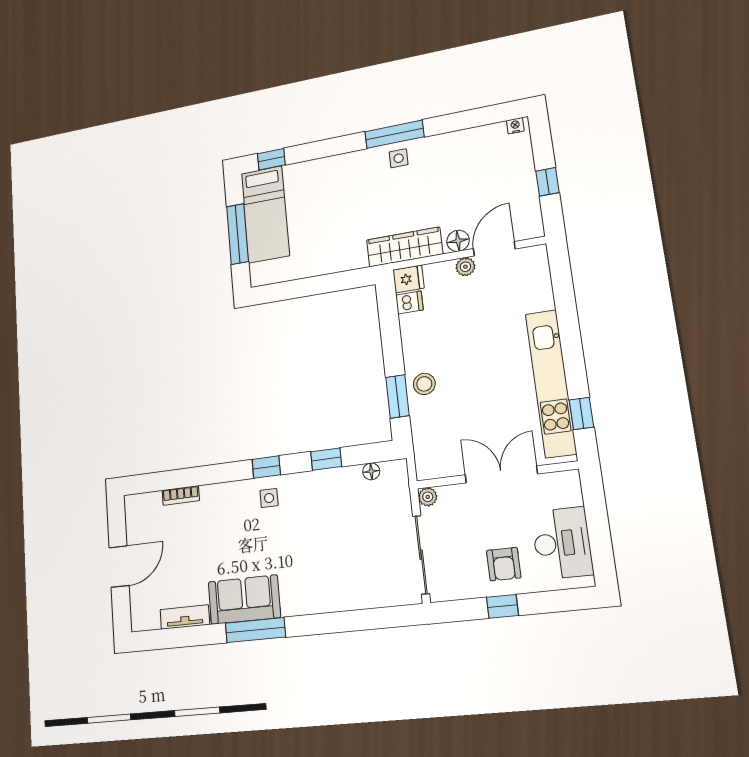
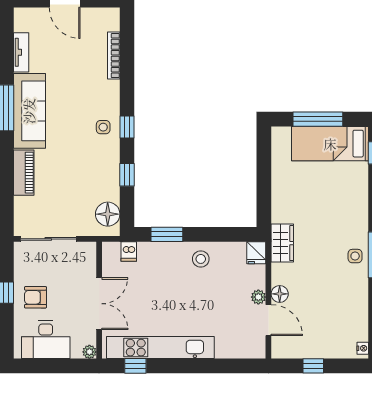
wardrobe: (405, 247) -> (282, 243), width x0.67
dishwasher: (409, 302) -> (129, 251), moved
stool: (424, 384) -> (201, 259), moved
floor lamp: (371, 471) -> (108, 214), width x1.89, depth x1.89
bookcase: (181, 495) -> (114, 56), width x1.56
plant: (428, 497) -> (89, 352), moved
piano: (337, 598) -> (24, 173), added
sofa: (244, 600) -> (29, 111), width x1.36

